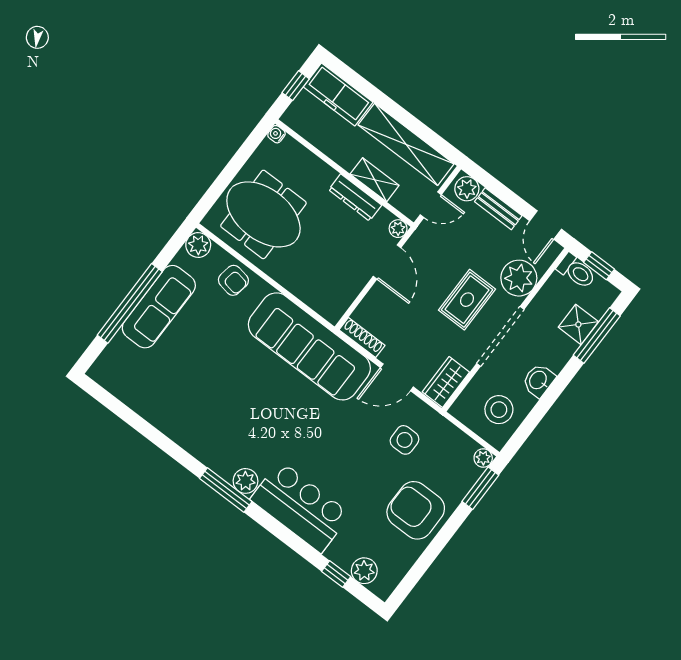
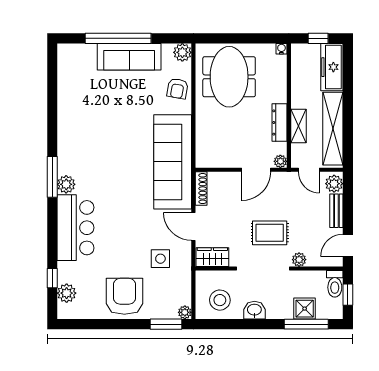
plant: (519, 278) -> (299, 260), width x0.53, depth x0.53

